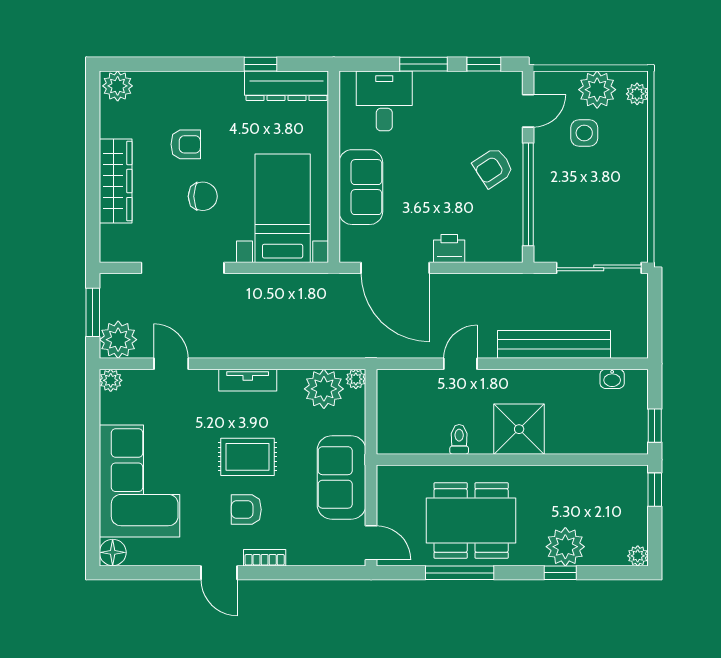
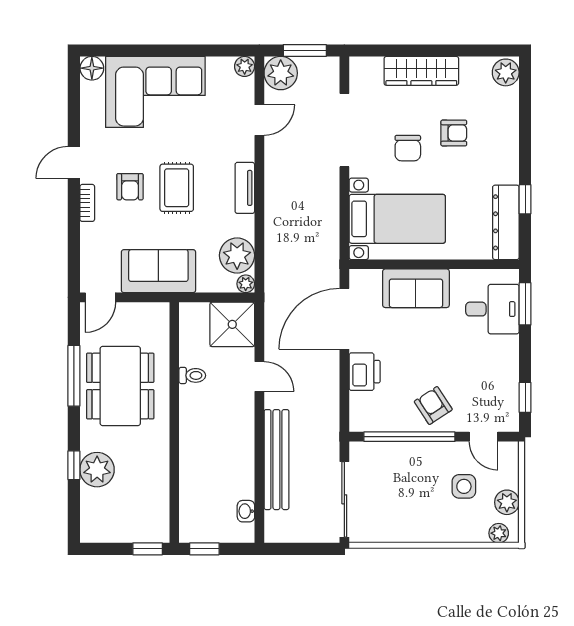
window: (423, 64) -> (525, 304), moved
plant: (597, 90) -> (507, 502), width x0.73, depth x0.73
armchair: (186, 144) -> (454, 133), turned -90
printer: (449, 248) -> (365, 372), width x1.36, depth x1.24
shower: (519, 429) -> (232, 324), moved
armchair: (246, 510) -> (130, 187), turned 180
plant: (638, 556) -> (89, 534), removed

